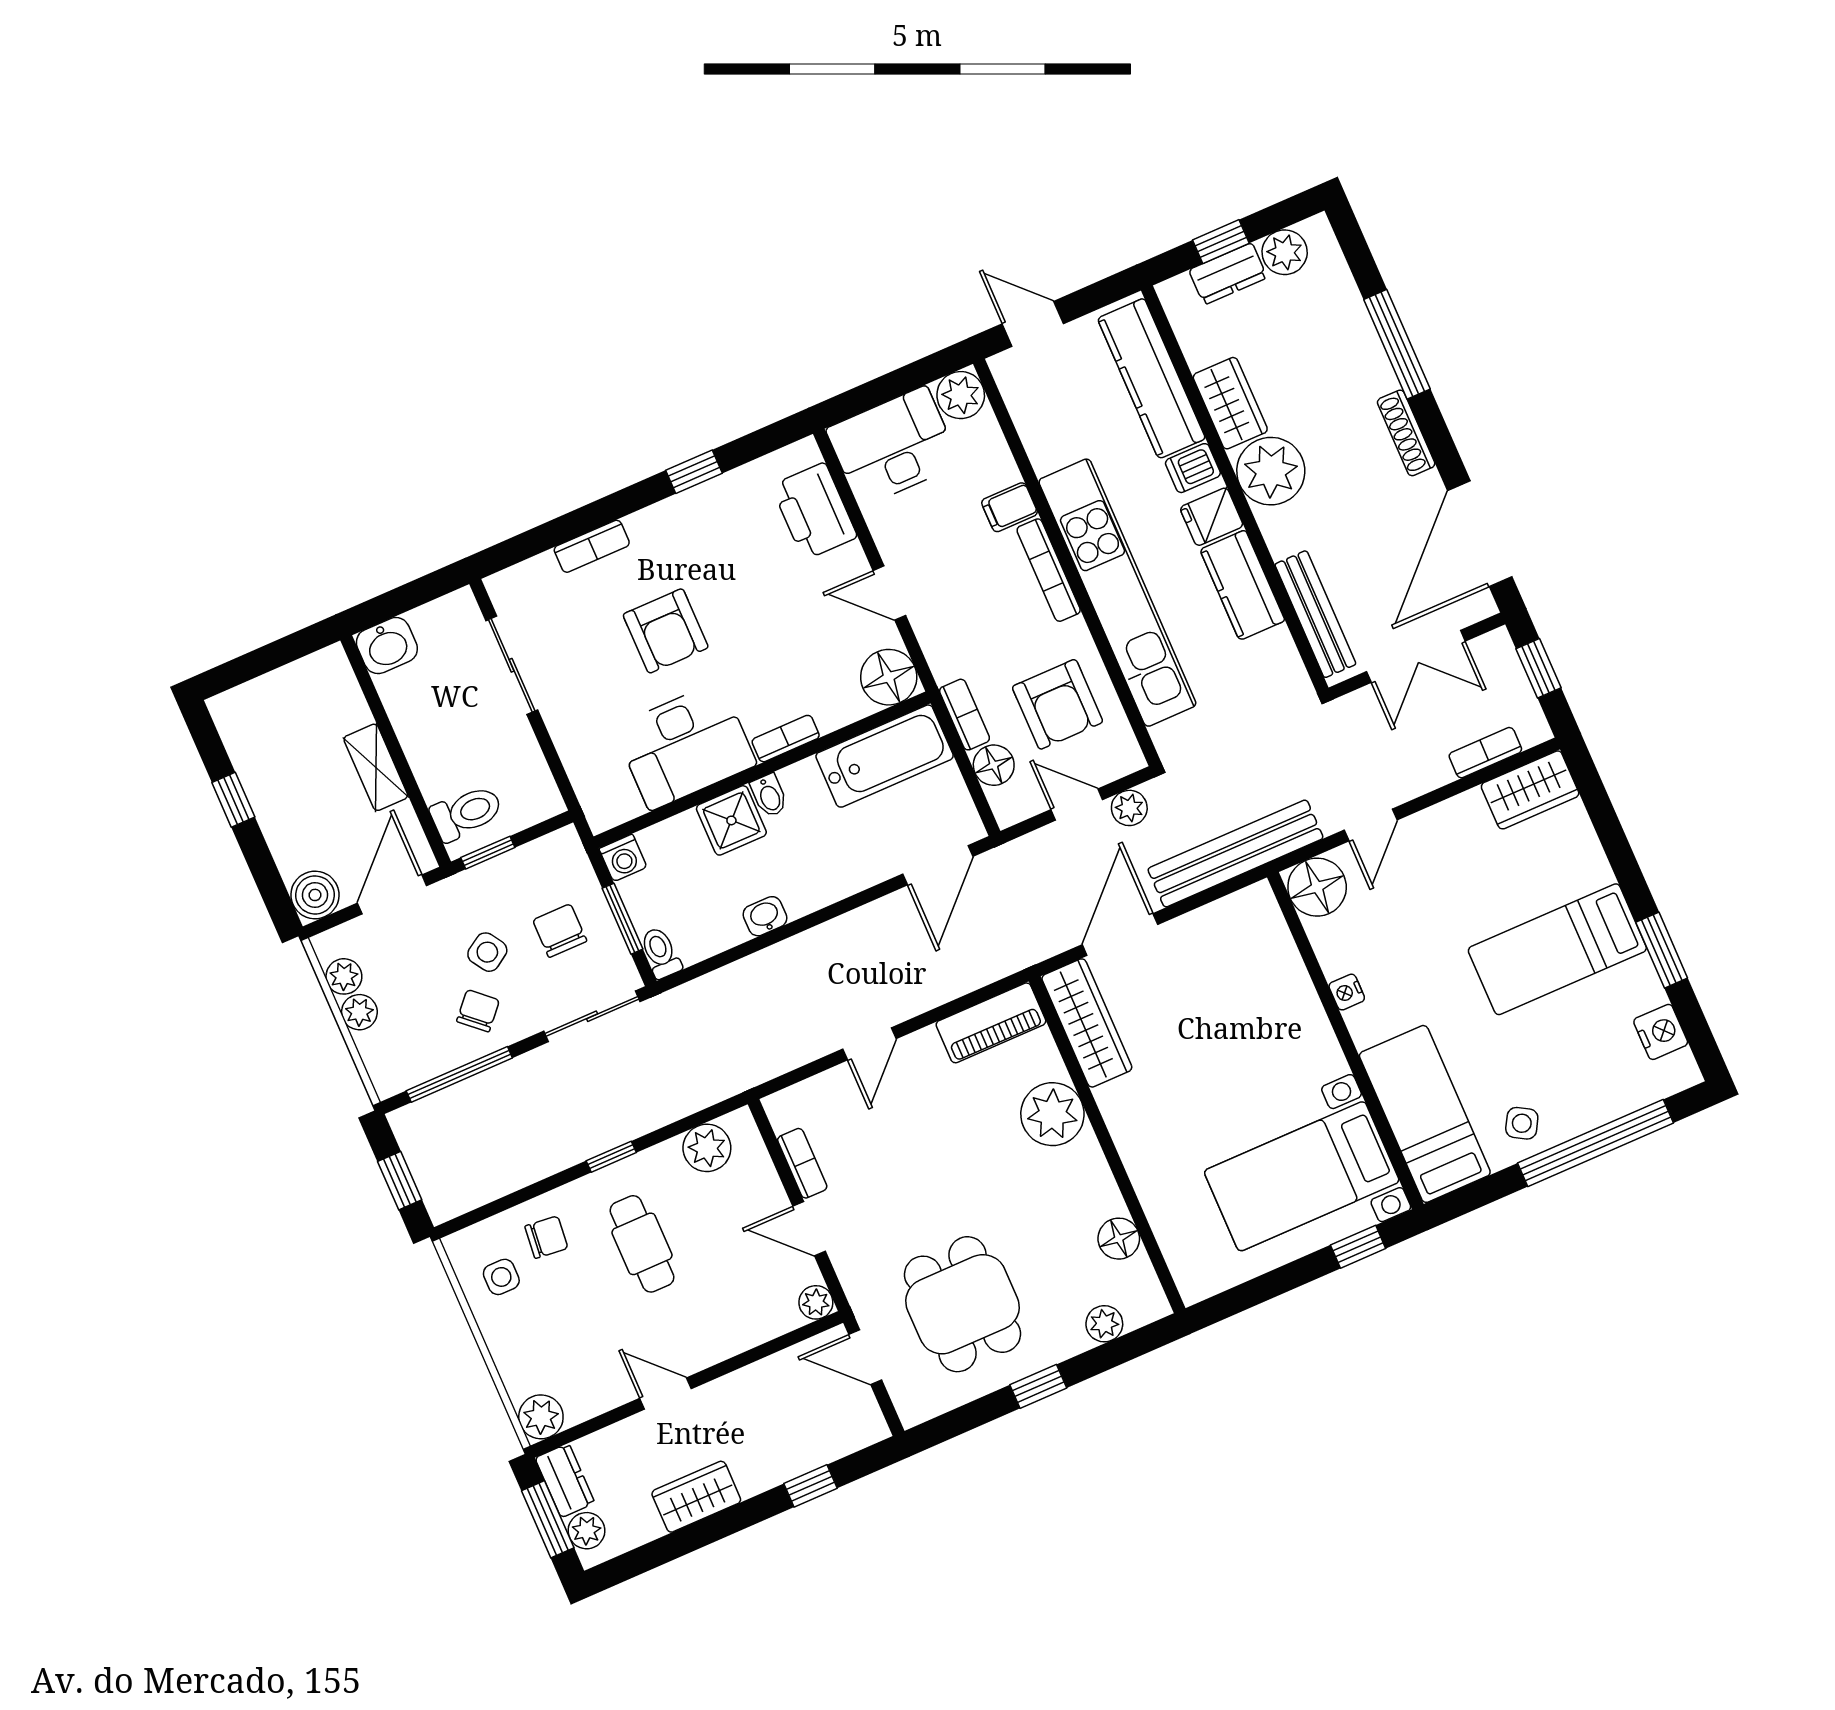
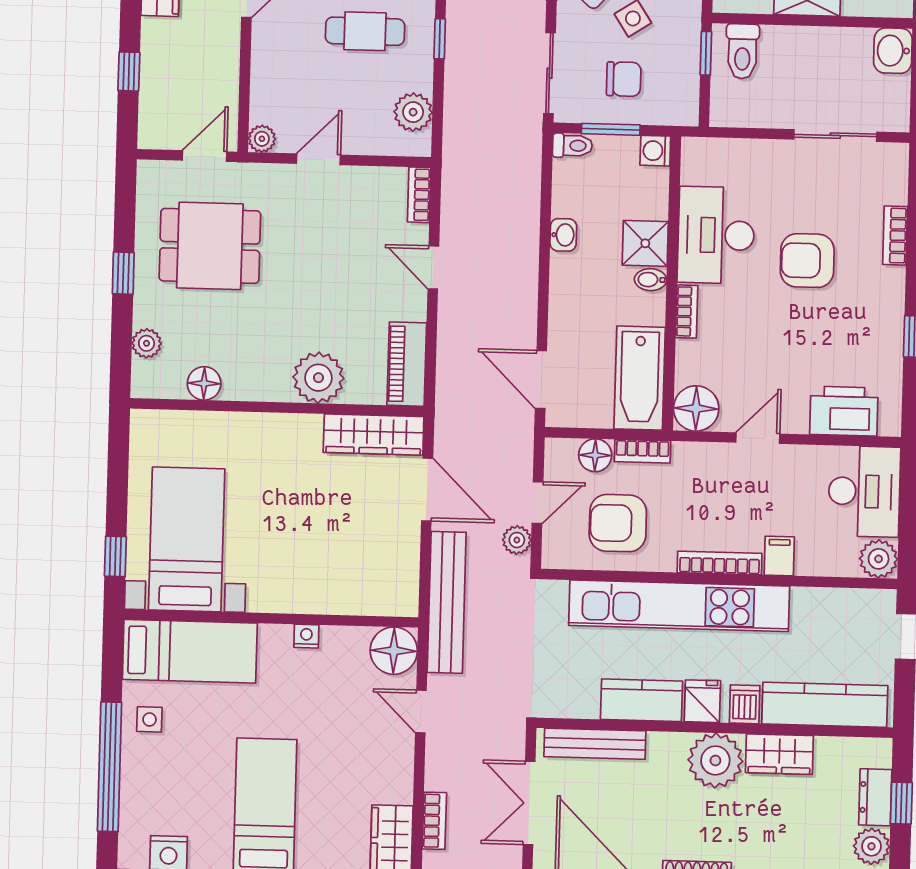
side table: (1522, 1123) -> (149, 719), turned -30
bookcase: (802, 1163) -> (419, 195), moved, turned 90

